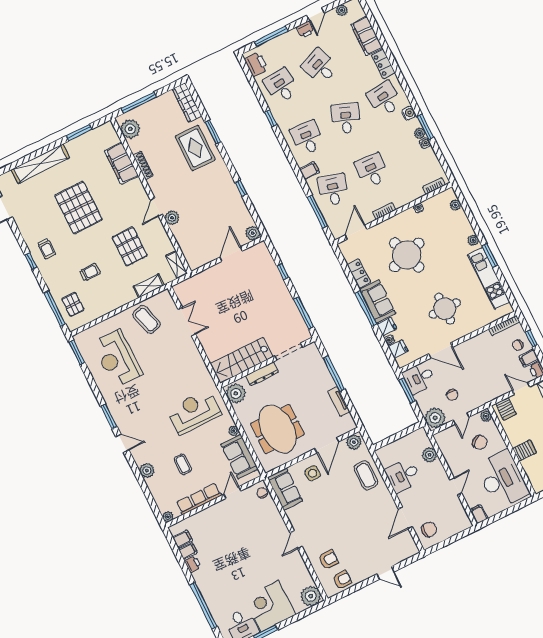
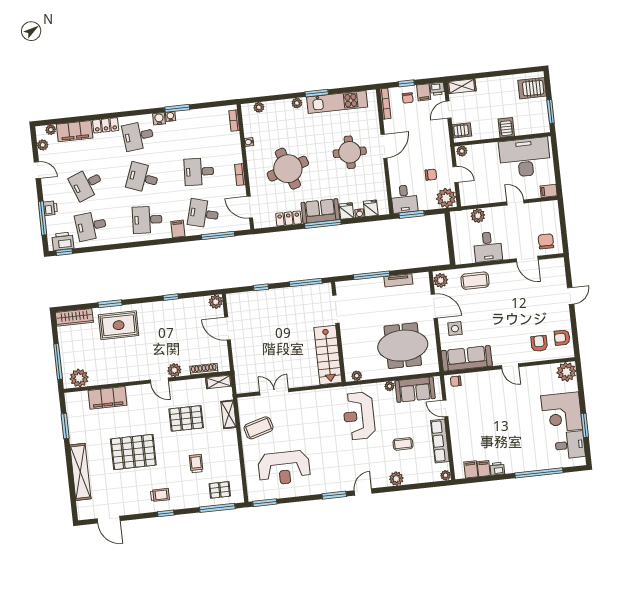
printer: (305, 30) -> (50, 208), moved
window: (271, 118) -> (64, 252), moved
plant: (420, 133) -> (51, 130), moved
water cooler: (425, 143) -> (170, 116), moved
shoe rack: (143, 166) -> (204, 369), moved
door: (441, 351) -> (384, 146), moved
dresser: (262, 374) -> (347, 341), removed
plant: (236, 393) -> (357, 376), width x0.53, depth x0.53
chair: (480, 442) -> (484, 165), removed
sofa: (285, 489) -> (467, 358), width x1.36
armchair: (342, 580) -> (562, 338), turned -90

